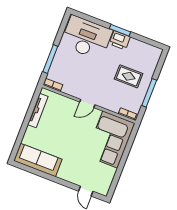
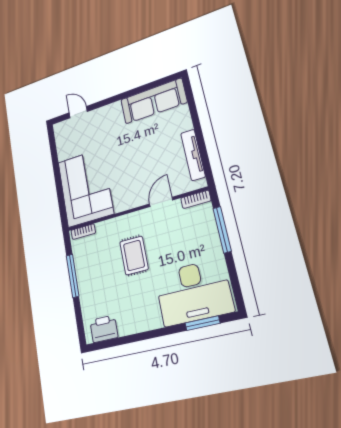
window: (120, 30) -> (202, 323), moved
printer: (120, 40) -> (104, 329), moved
rug: (129, 76) -> (134, 255), moved, turned 90
door: (87, 103) -> (161, 202), moved

